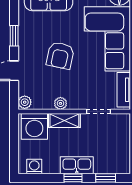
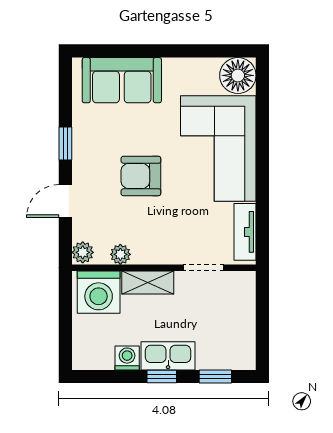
armchair: (60, 56) -> (141, 176), turned 78
plant: (60, 103) -> (120, 254), moved
washing machine: (34, 167) -> (127, 358), moved

